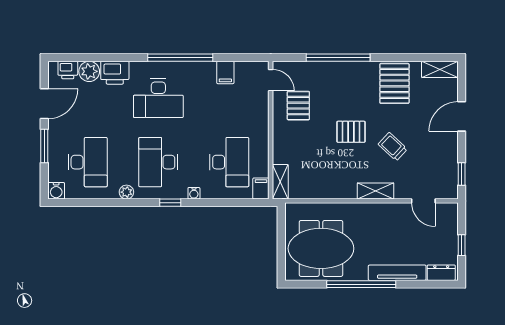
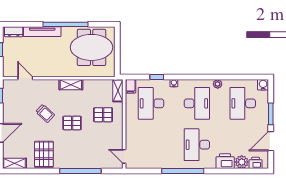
filing cabinet: (225, 72) -> (154, 161), removed
desk: (158, 98) -> (197, 145), turned -90
pallet: (298, 106) -> (103, 115), moved, turned 90
shelving: (376, 191) -> (71, 85), moved
window: (170, 203) -> (157, 77), moved

